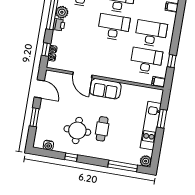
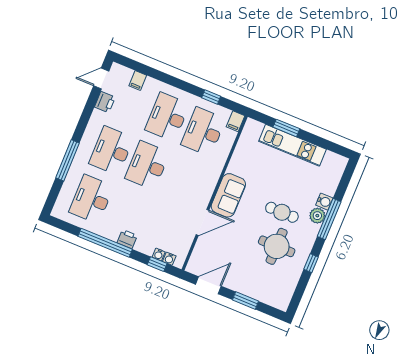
plant: (62, 12) -> (111, 231), removed
water cooler: (48, 145) -> (324, 202), moved
plant: (146, 161) -> (317, 216), moved
window: (123, 166) -> (329, 219), moved

